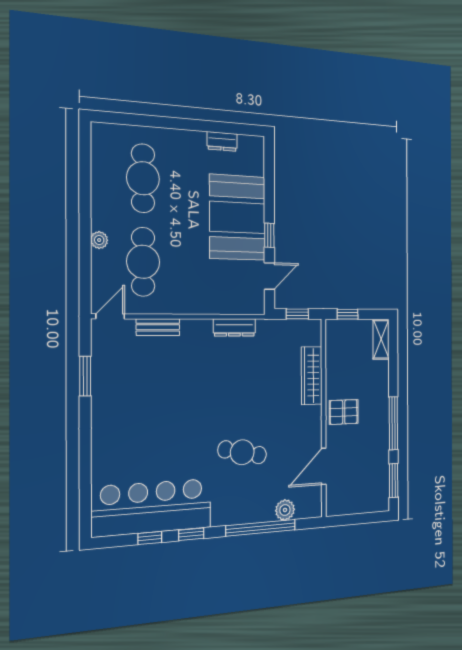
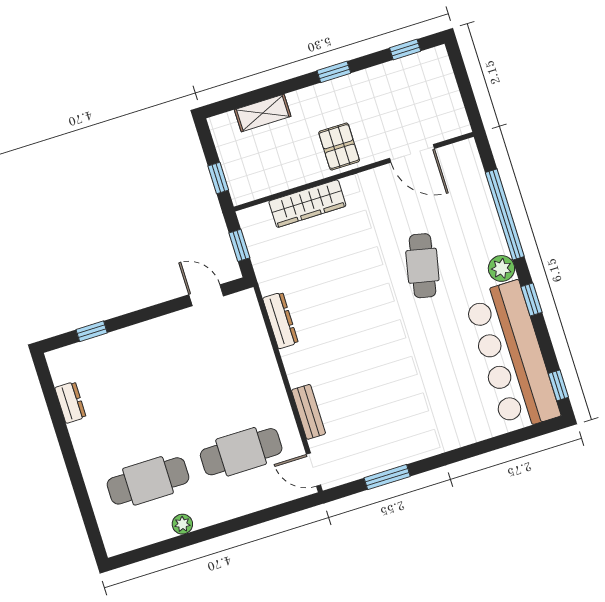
booth: (237, 217) -> (151, 356), removed
window: (269, 235) -> (92, 331), moved
plant: (99, 240) -> (182, 524), moved
shelving: (381, 339) -> (263, 113), moved
window: (393, 423) -> (334, 72), width x0.46
window: (394, 480) -> (405, 49), width x0.67
plant: (285, 510) -> (501, 268), moved
window: (150, 538) -> (558, 385), moved

